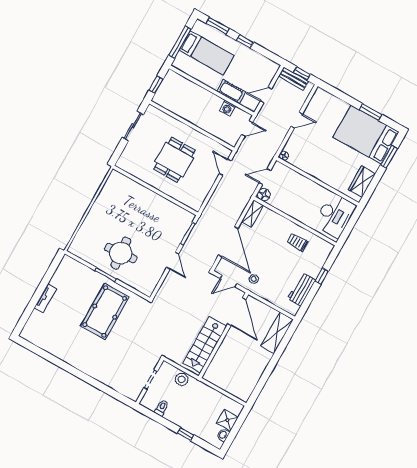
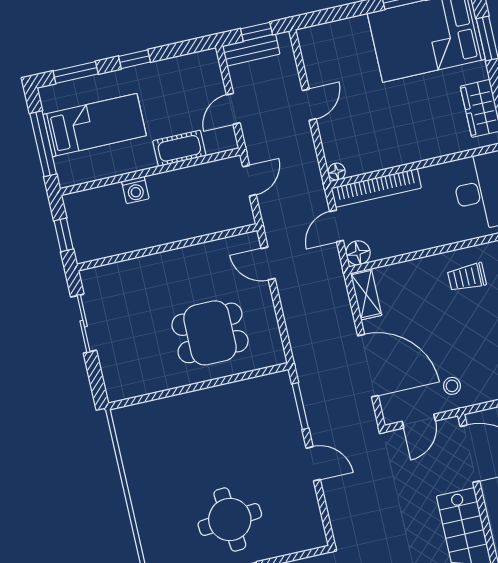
washing machine: (228, 108) -> (135, 190), moved
dining table: (174, 160) -> (210, 333), moved, turned 90
bookcase: (294, 176) -> (376, 188), added

